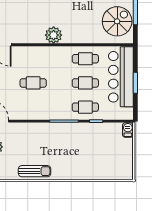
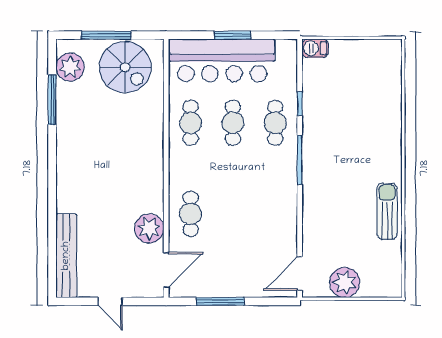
spiral stairs: (117, 21) -> (125, 67), turned 180
plant: (54, 35) -> (149, 228), moved
cafe table: (33, 83) -> (191, 214), moved

